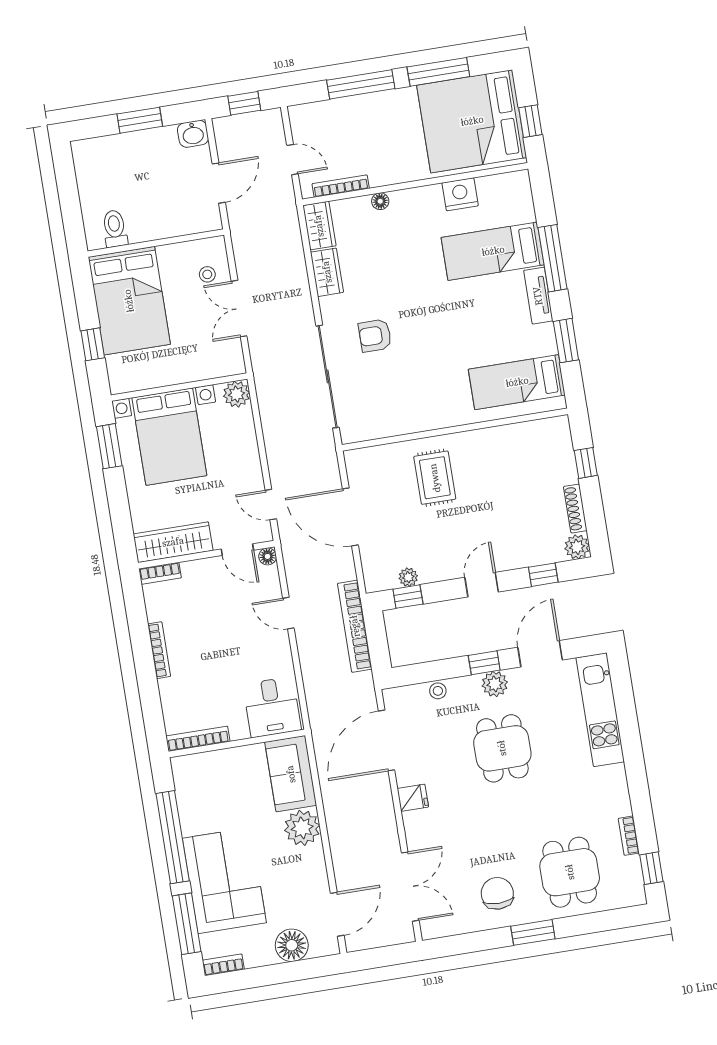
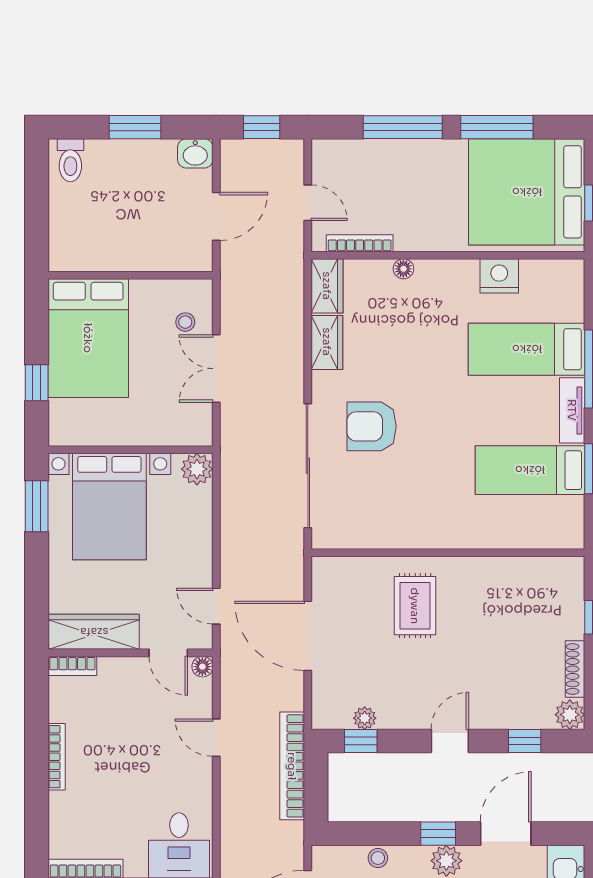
toilet: (115, 229) -> (70, 160), moved, turned 180
armchair: (375, 336) -> (372, 426), width x1.38, depth x1.38
bed: (517, 382) -> (530, 470), moved

